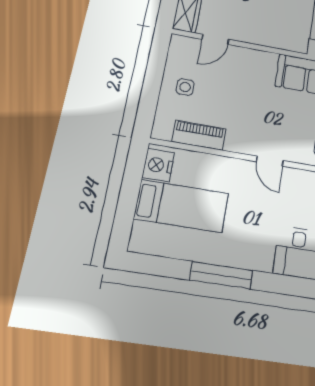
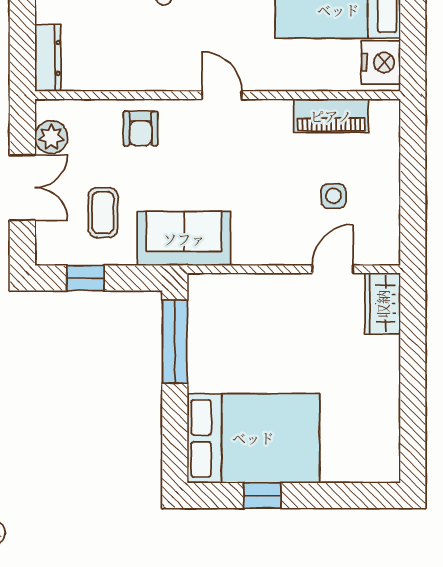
side table: (185, 87) -> (333, 196), moved

